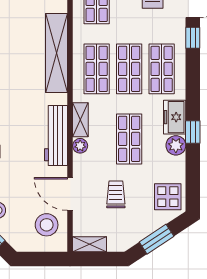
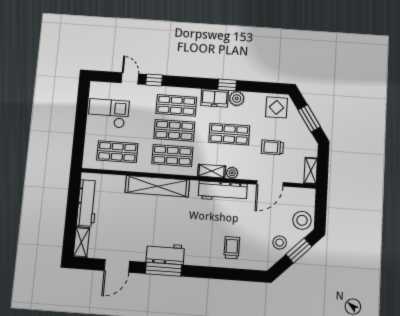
stool: (47, 225) -> (302, 220), moved

